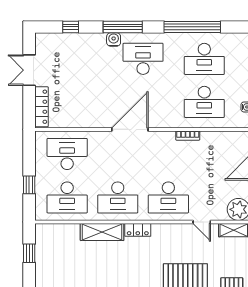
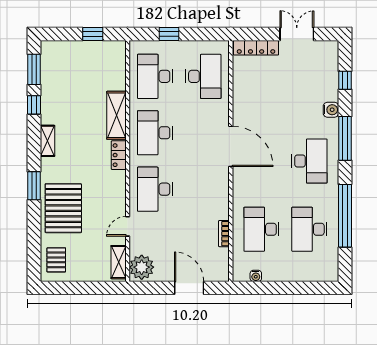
water cooler: (114, 40) -> (331, 110), moved
bookcase: (188, 136) -> (224, 234), moved

